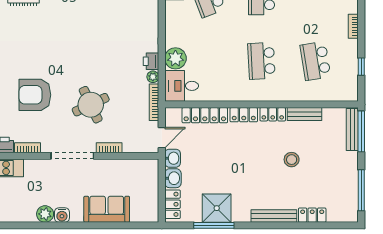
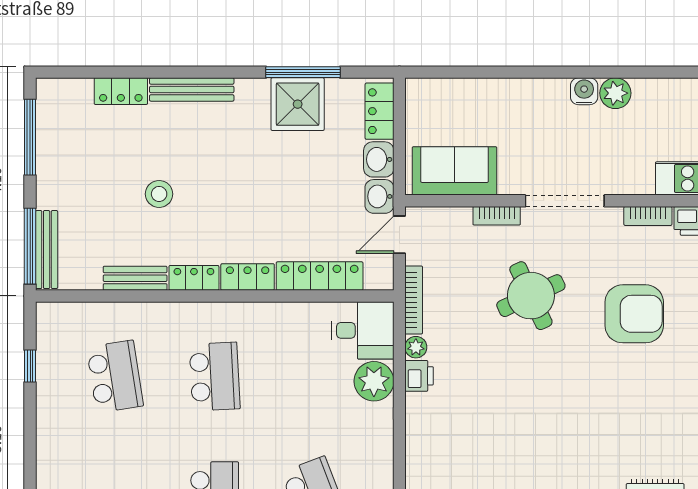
bookcase: (353, 26) -> (45, 441), removed
sofa: (107, 209) -> (455, 171), moved, turned 180

